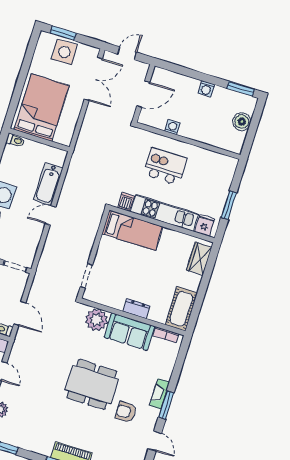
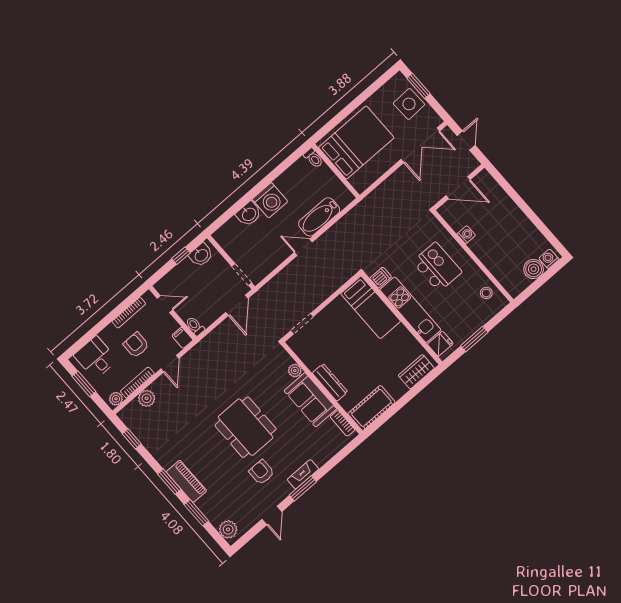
door: (127, 53) -> (466, 141), hinge flipped
washing machine: (206, 89) -> (549, 259), moved, turned 90
window: (241, 89) -> (551, 238), removed
stool: (216, 163) -> (486, 293), added
dresser: (136, 309) -> (330, 382), width x1.44
door: (20, 313) -> (237, 305), moved
plant: (96, 320) -> (295, 371), width x0.53, depth x0.53

